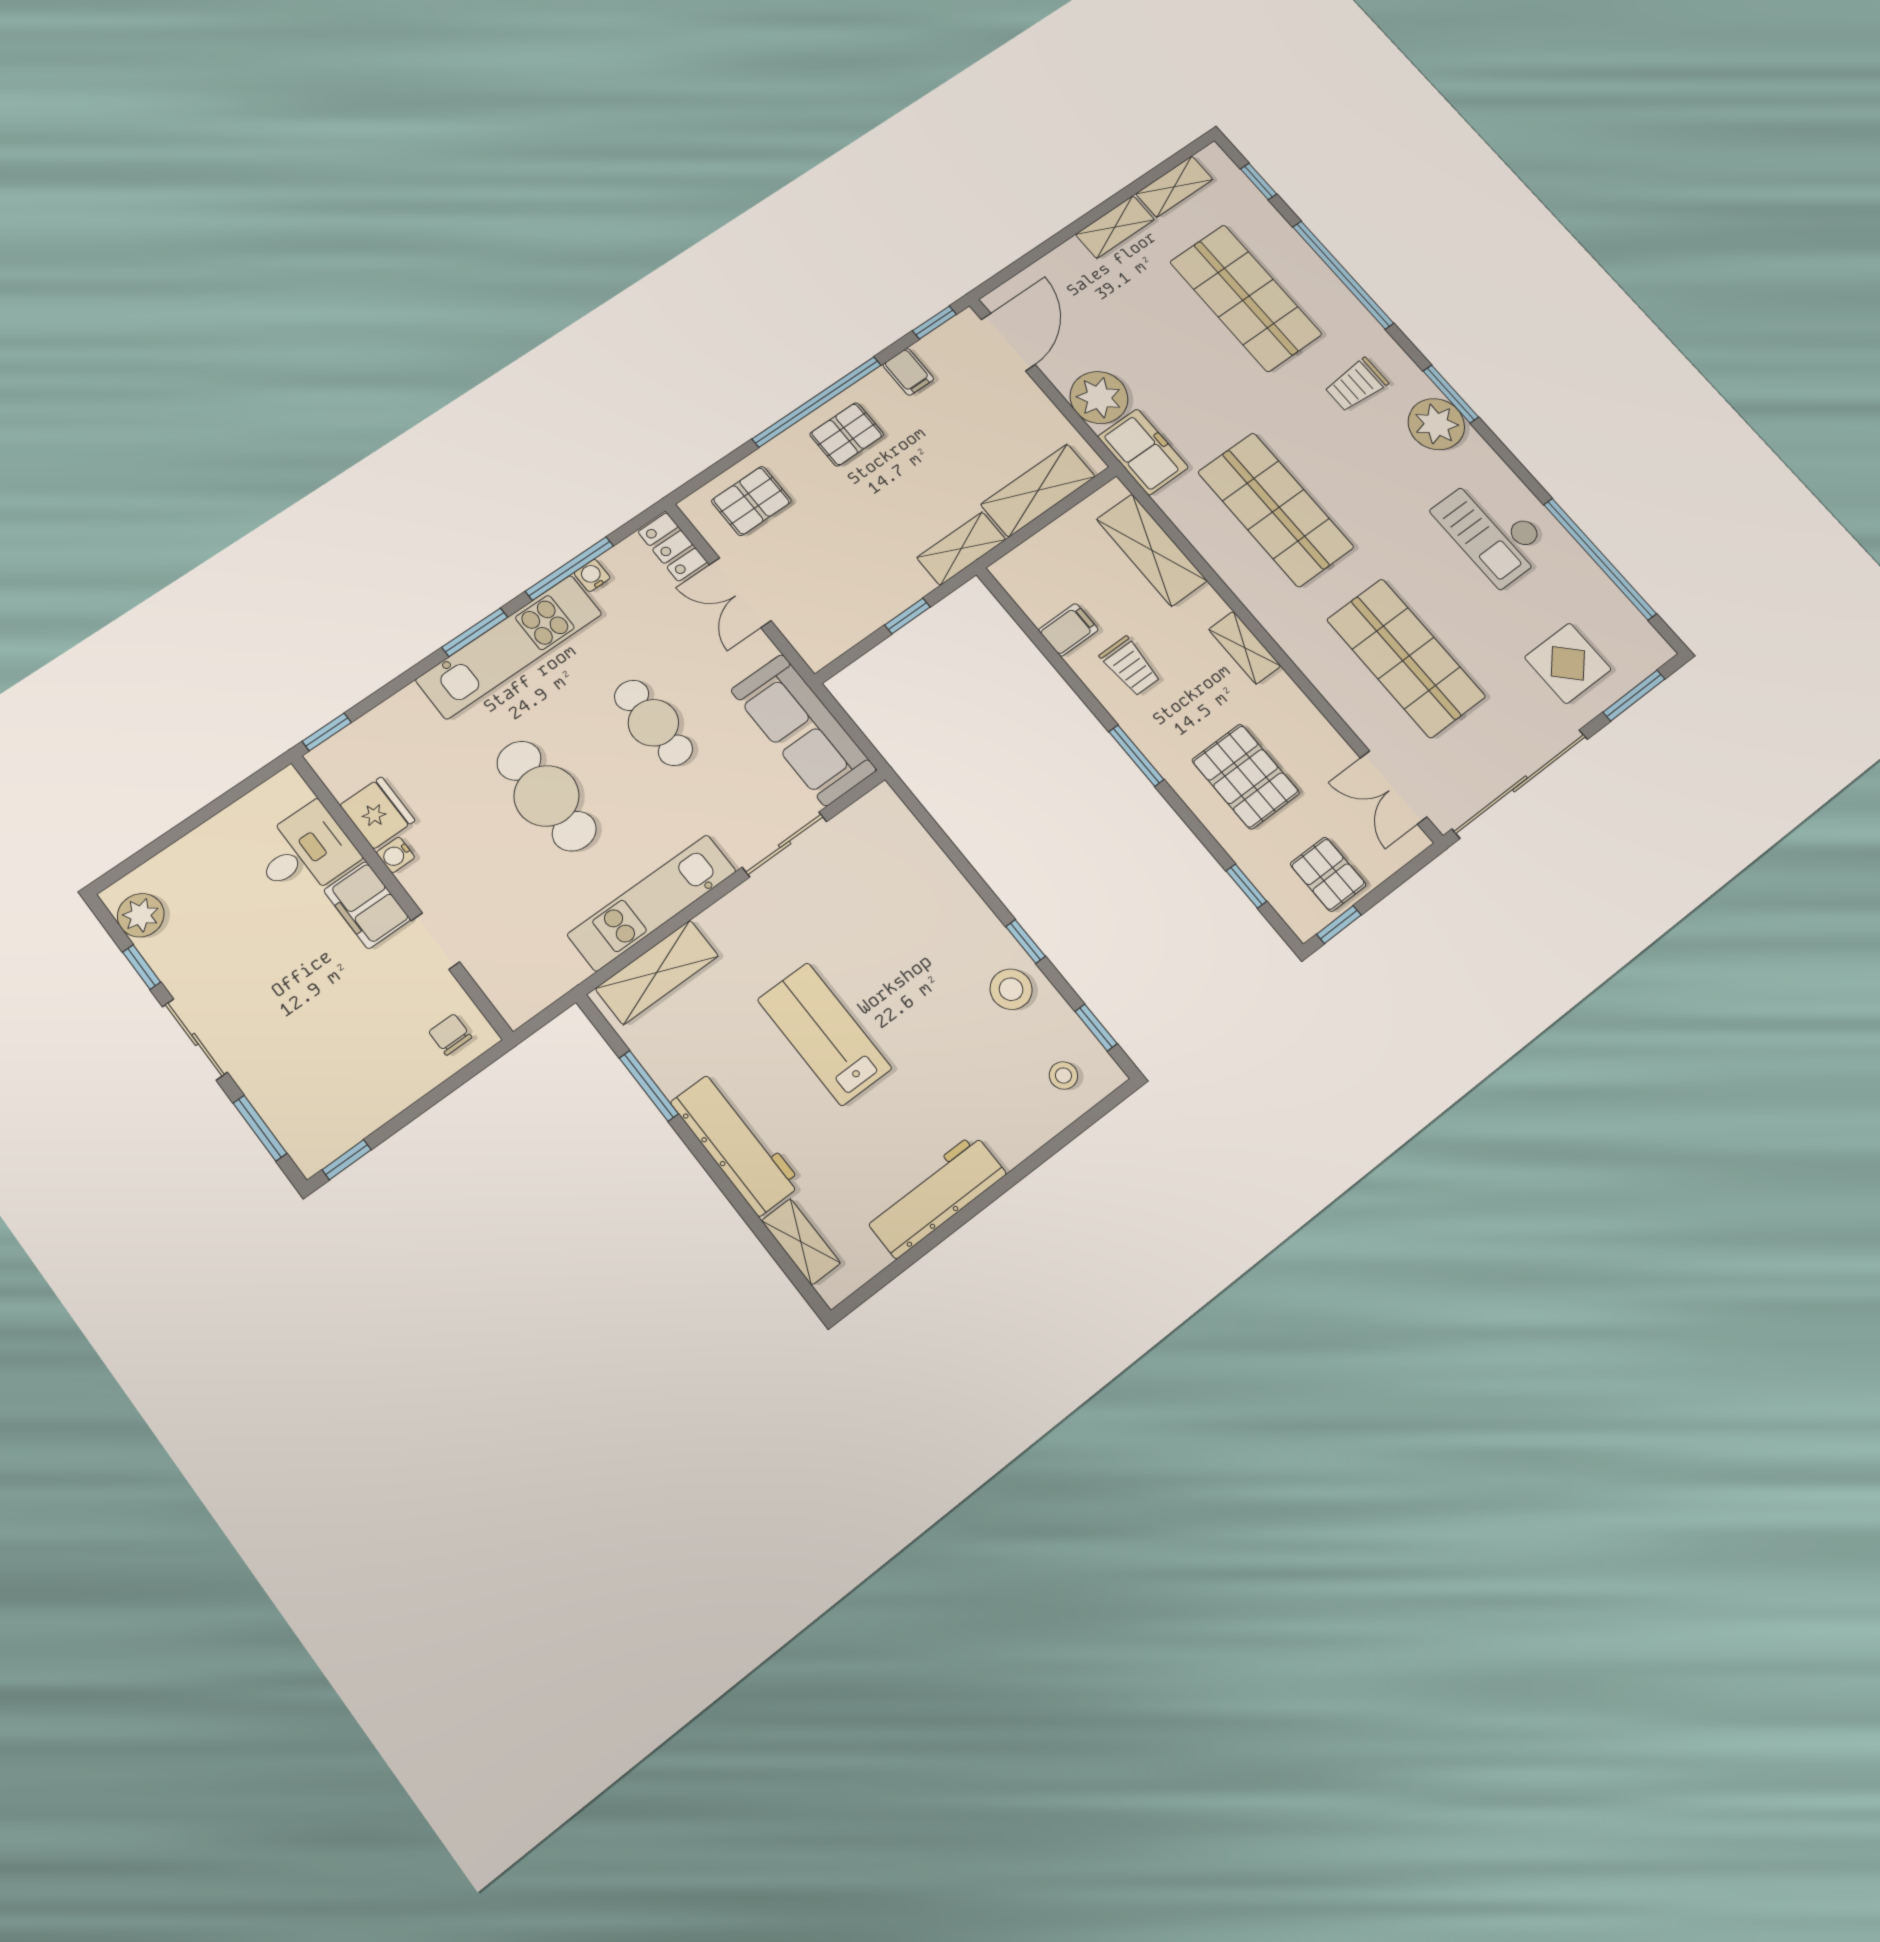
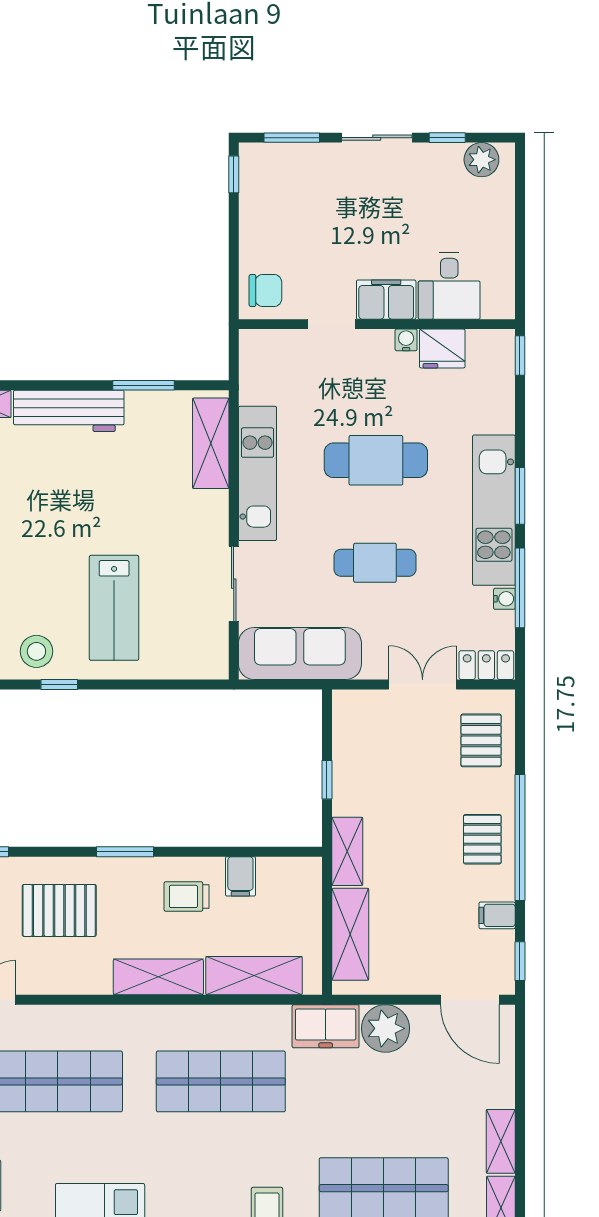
shelving: (1245, 648) -> (158, 977), width x1.50, depth x1.33
lab bench: (825, 1034) -> (114, 608), moved, turned 90
chair: (450, 1035) -> (265, 291), width x1.37, depth x1.37

